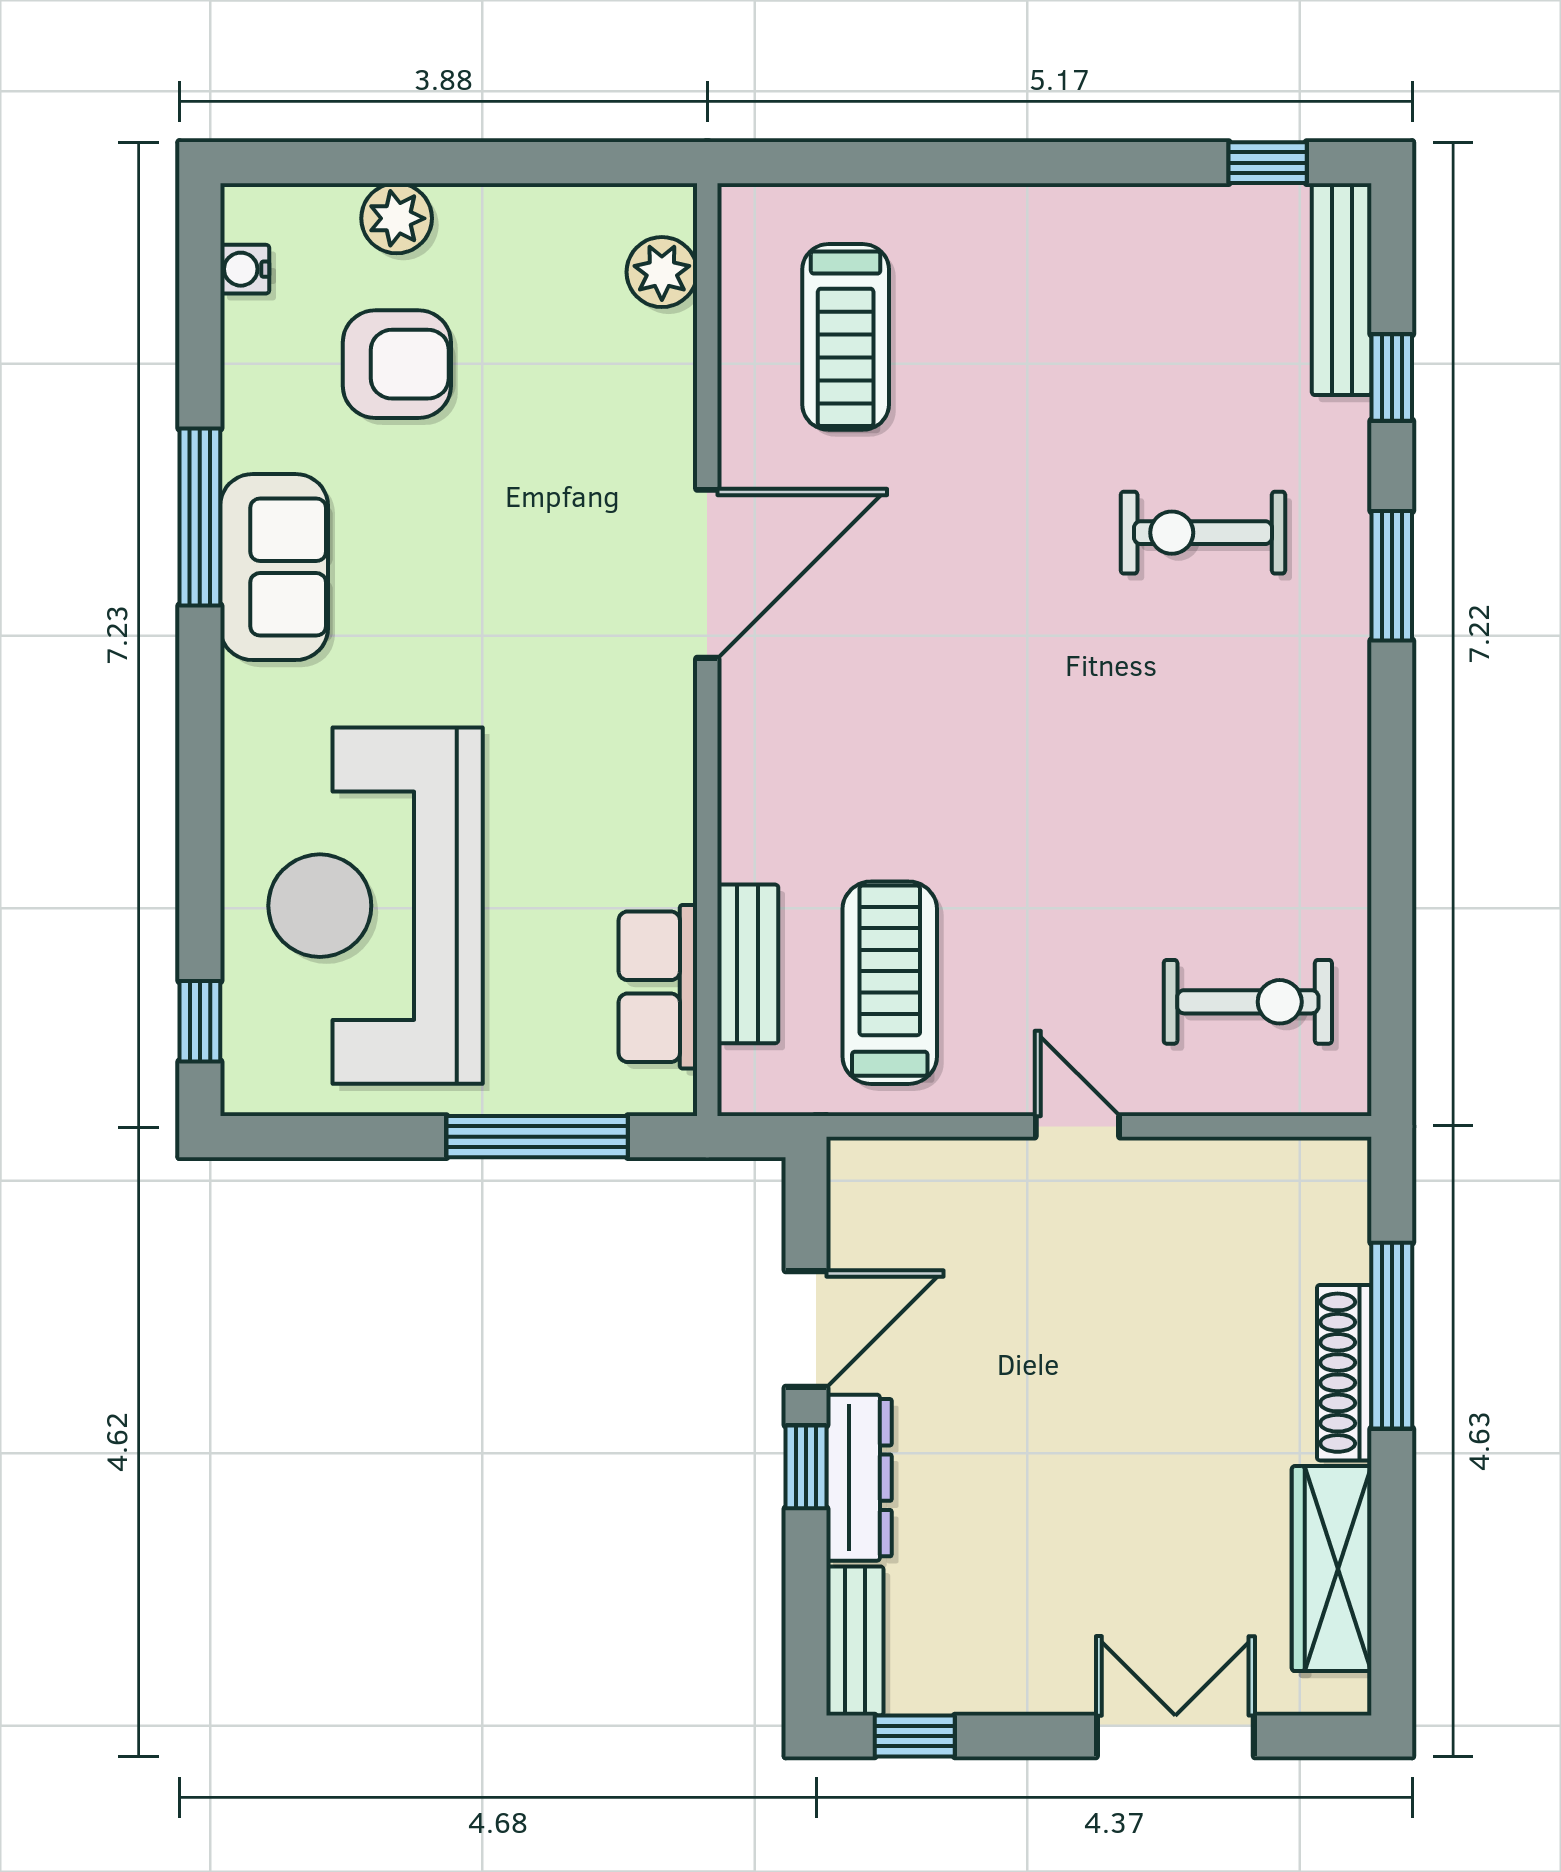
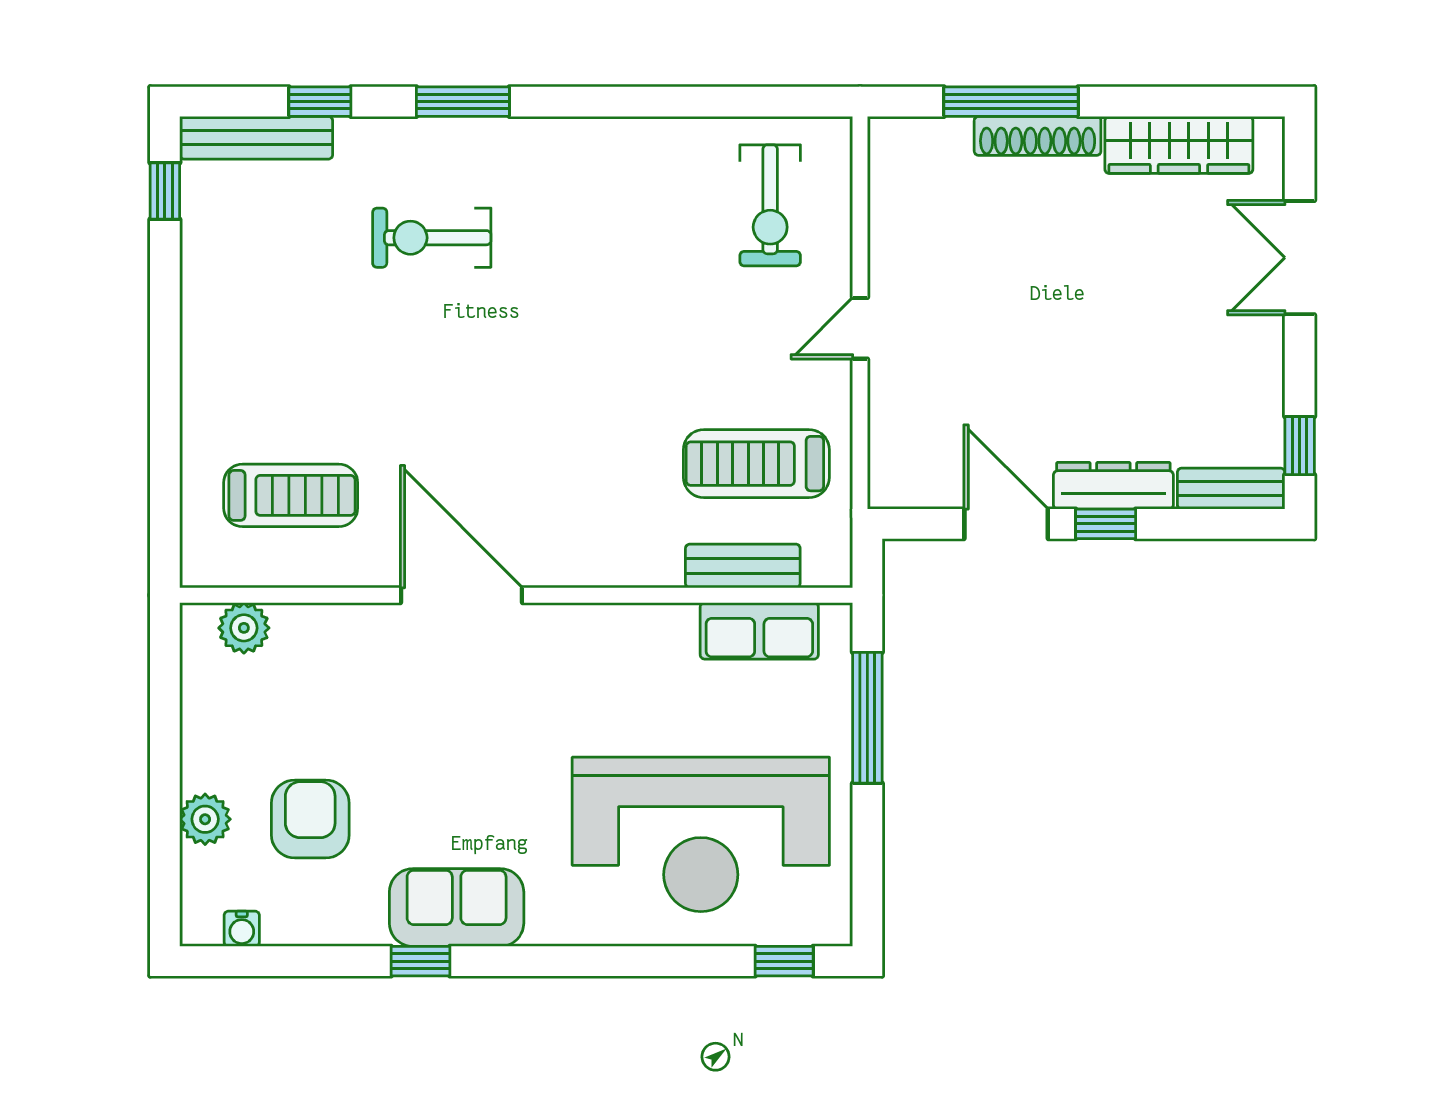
window: (200, 517) -> (420, 961), width x0.46
exercise bike: (1203, 533) -> (432, 238), turned 90
exercise bike: (1248, 1002) -> (770, 205), turned 180

